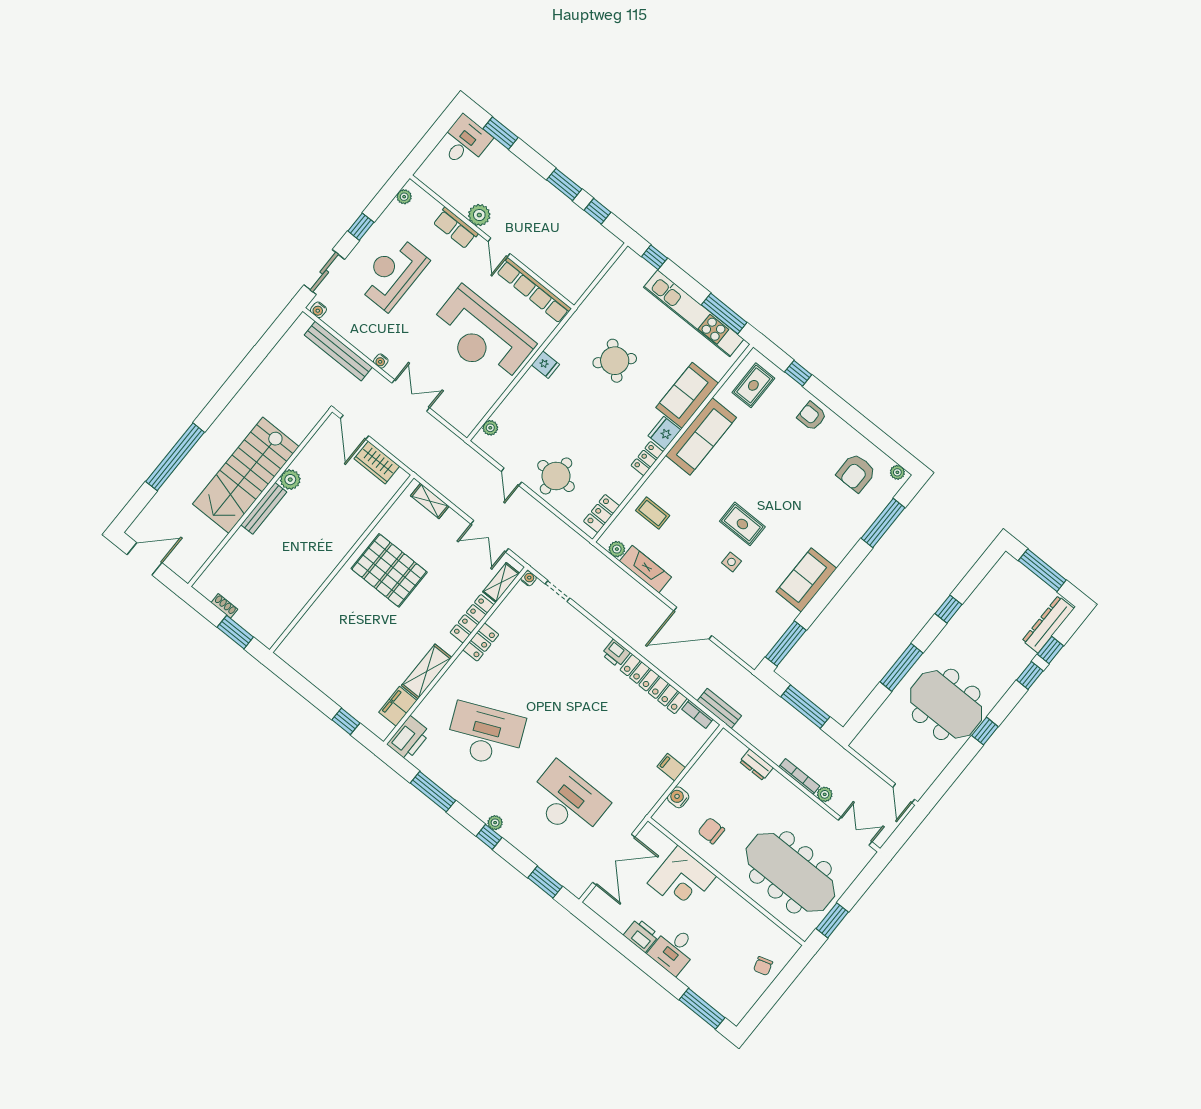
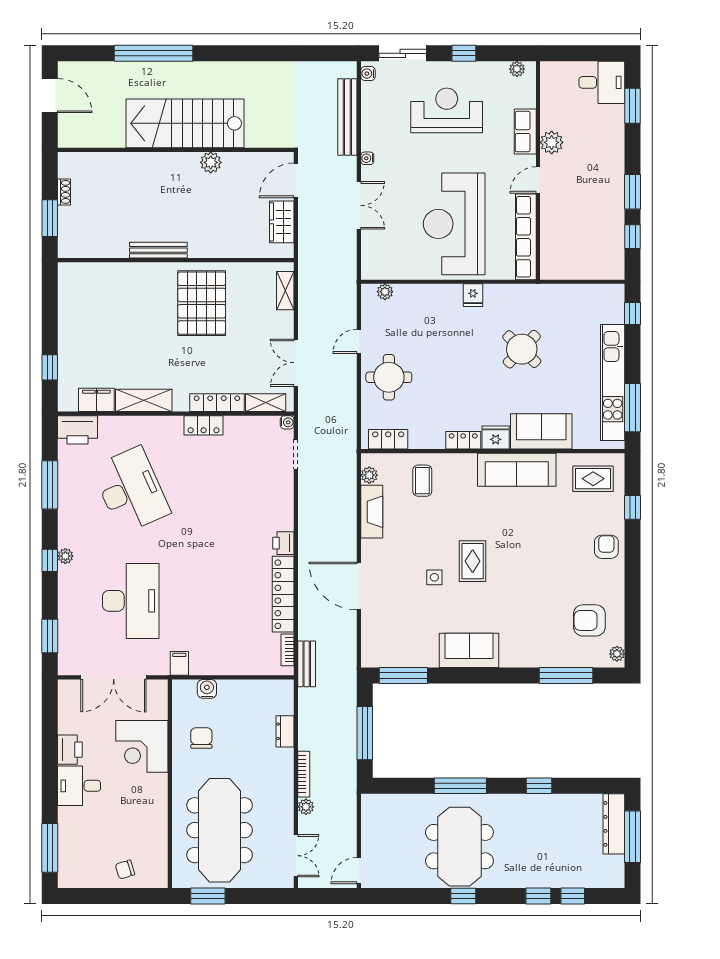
bench: (264, 508) -> (158, 250), moved
dresser: (1048, 624) -> (614, 824), moved, turned -90
filing cabinet: (671, 767) -> (179, 663), moved

